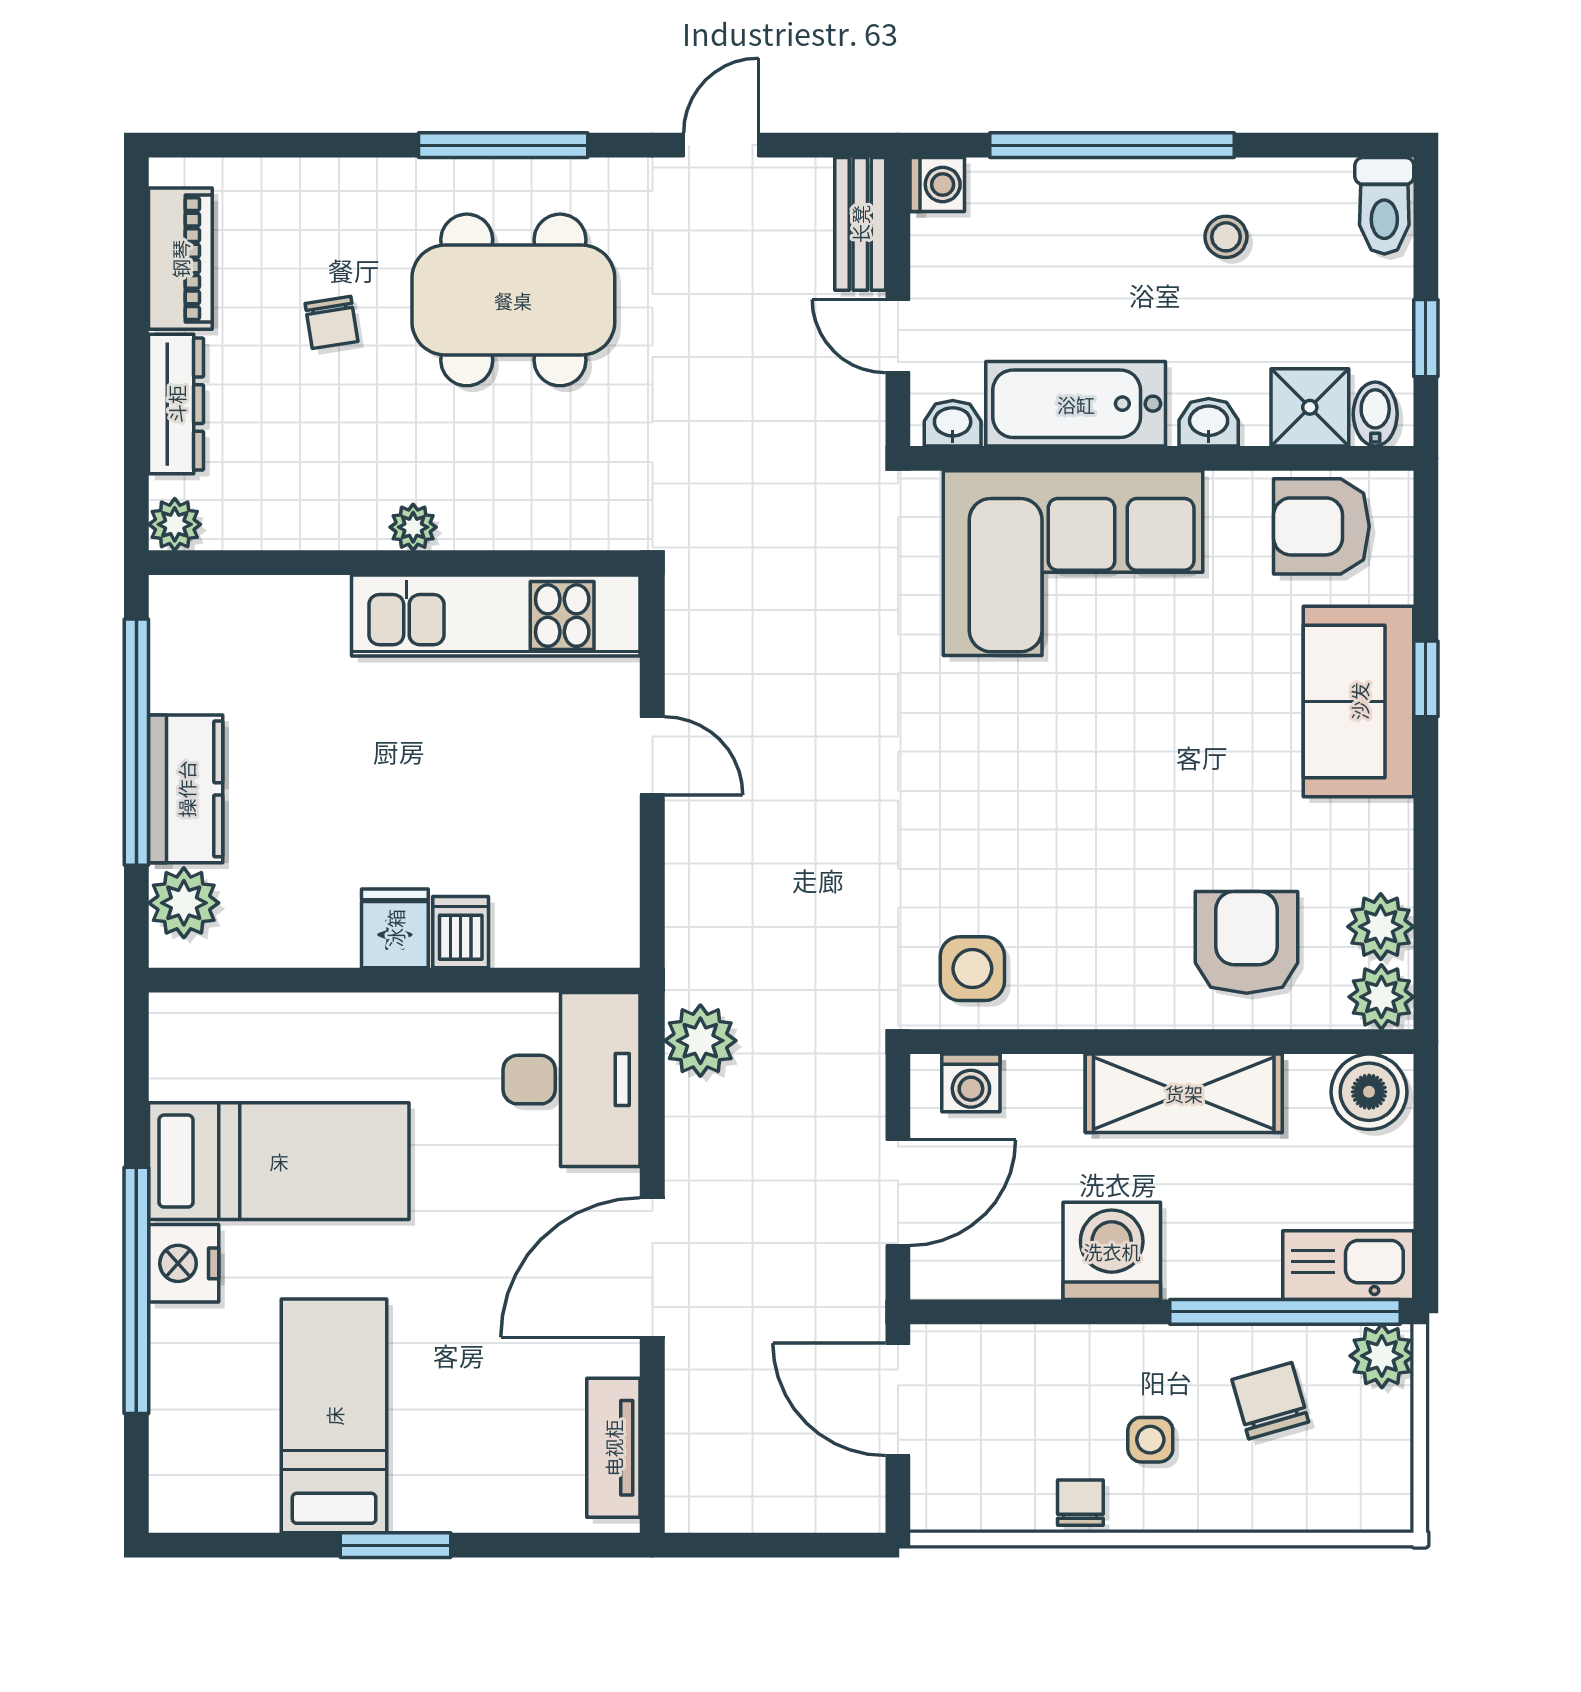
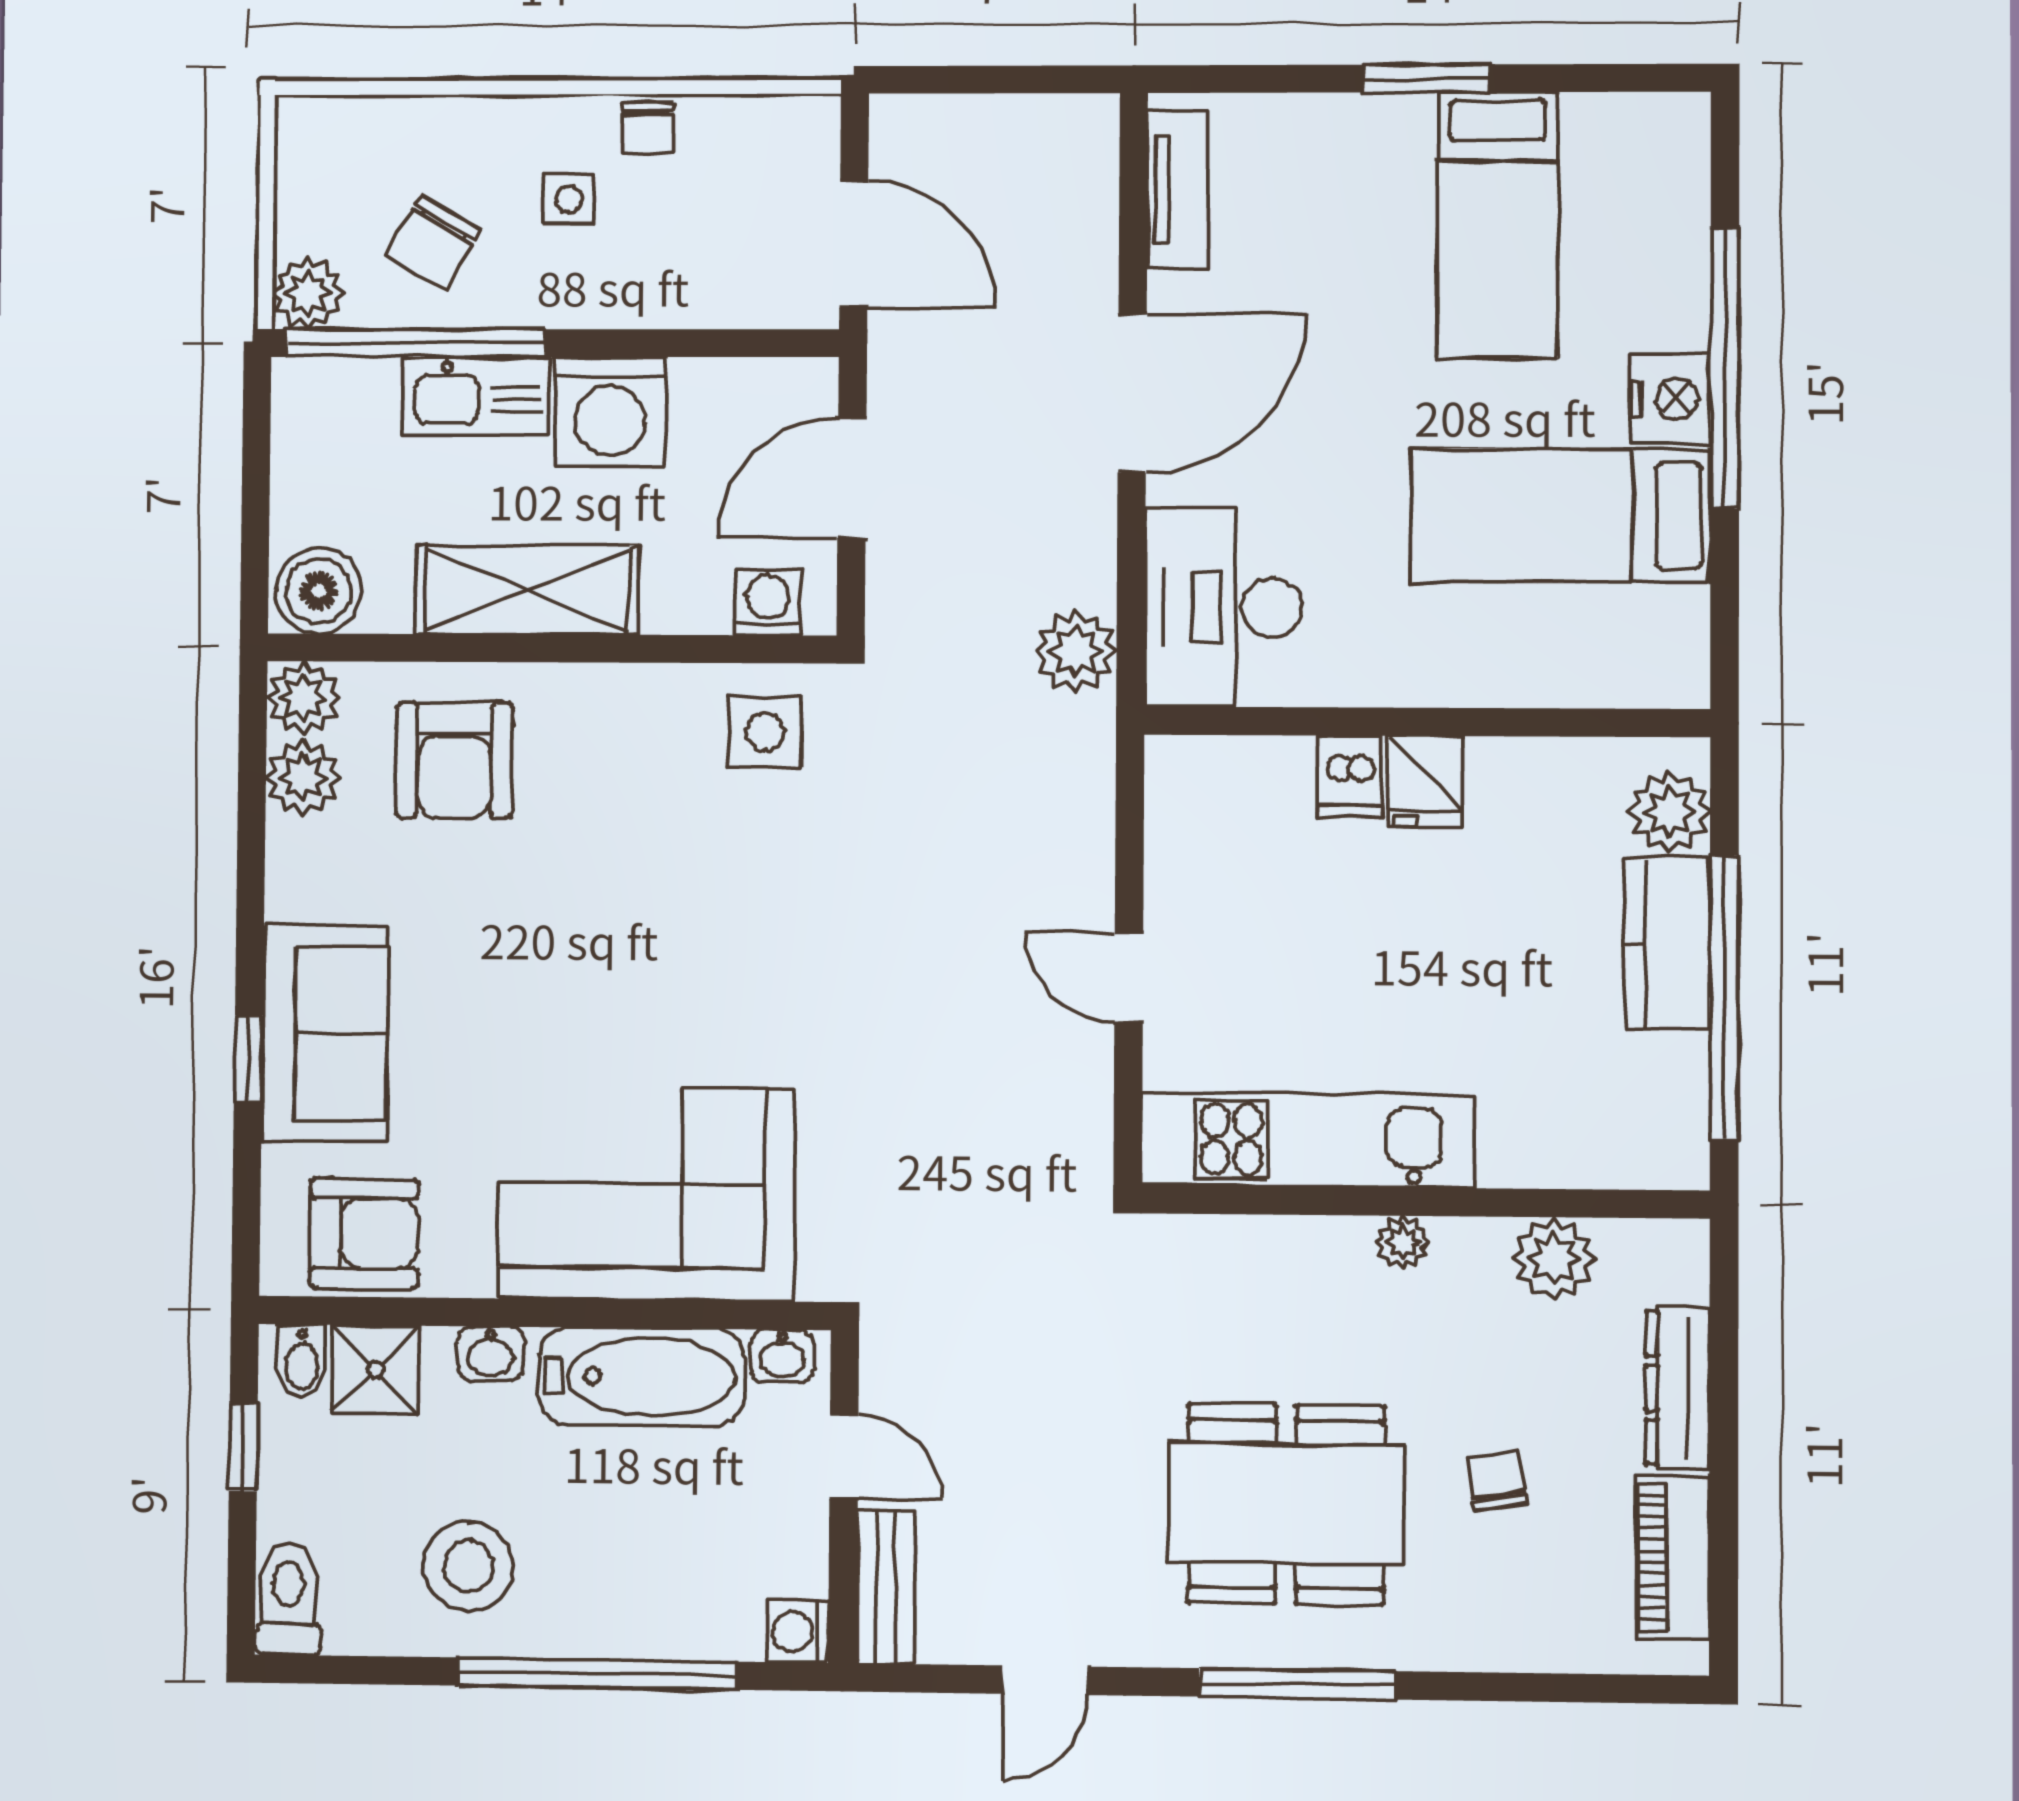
stool: (1226, 237) -> (468, 1566), width x1.89, depth x1.89
plant: (175, 524) -> (1554, 1259), moved, width x1.38, depth x1.38
kitchen sink: (1348, 1265) -> (476, 396), moved
chair: (1270, 1401) -> (434, 243), turned 46

